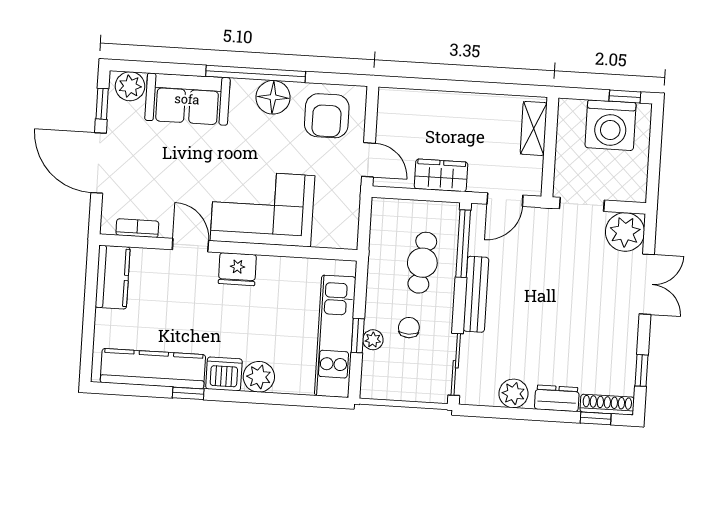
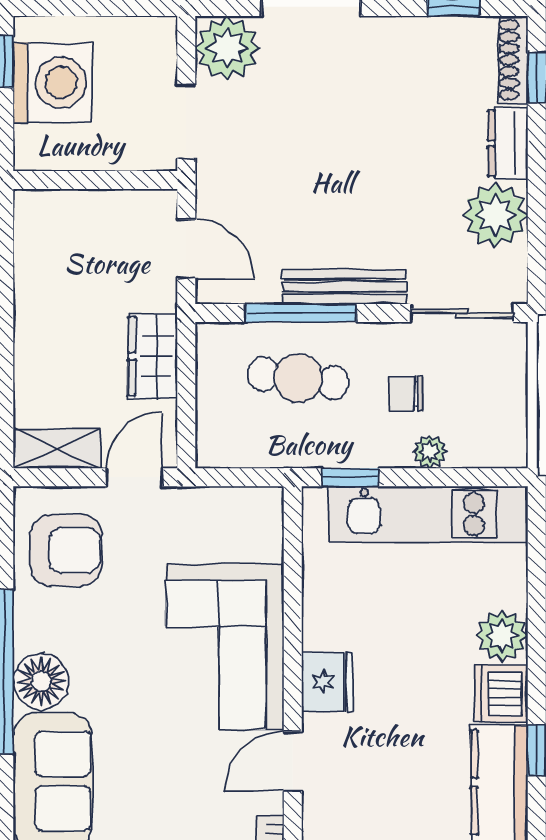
floor lamp: (273, 97) -> (41, 681), moved
shelving: (534, 128) -> (57, 449), moved
window: (463, 244) -> (301, 313), moved
window: (358, 336) -> (350, 477), moved
plant: (513, 393) -> (495, 215), width x1.36, depth x1.36

